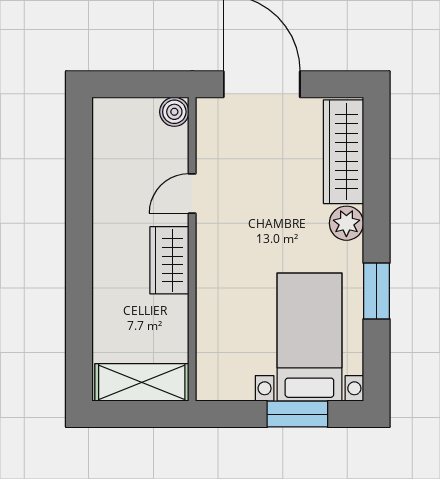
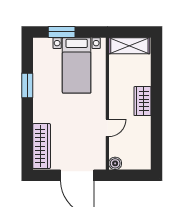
plant: (346, 223) -> (40, 115), removed
wardrobe: (169, 260) -> (143, 101), moved, turned 180
bed with nightstands: (309, 337) -> (77, 65), moved

